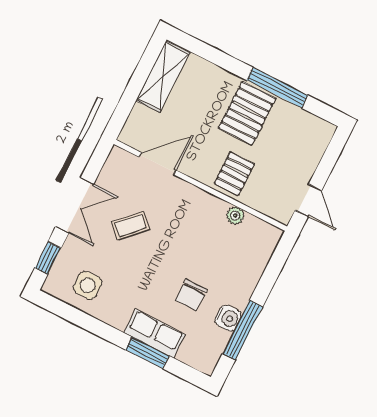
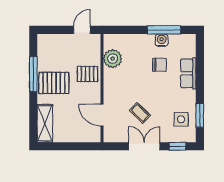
shelving: (163, 77) -> (45, 123), moved, turned 90
plant: (235, 215) -> (113, 59), width x1.88, depth x1.88
window: (147, 353) -> (200, 115), moved

